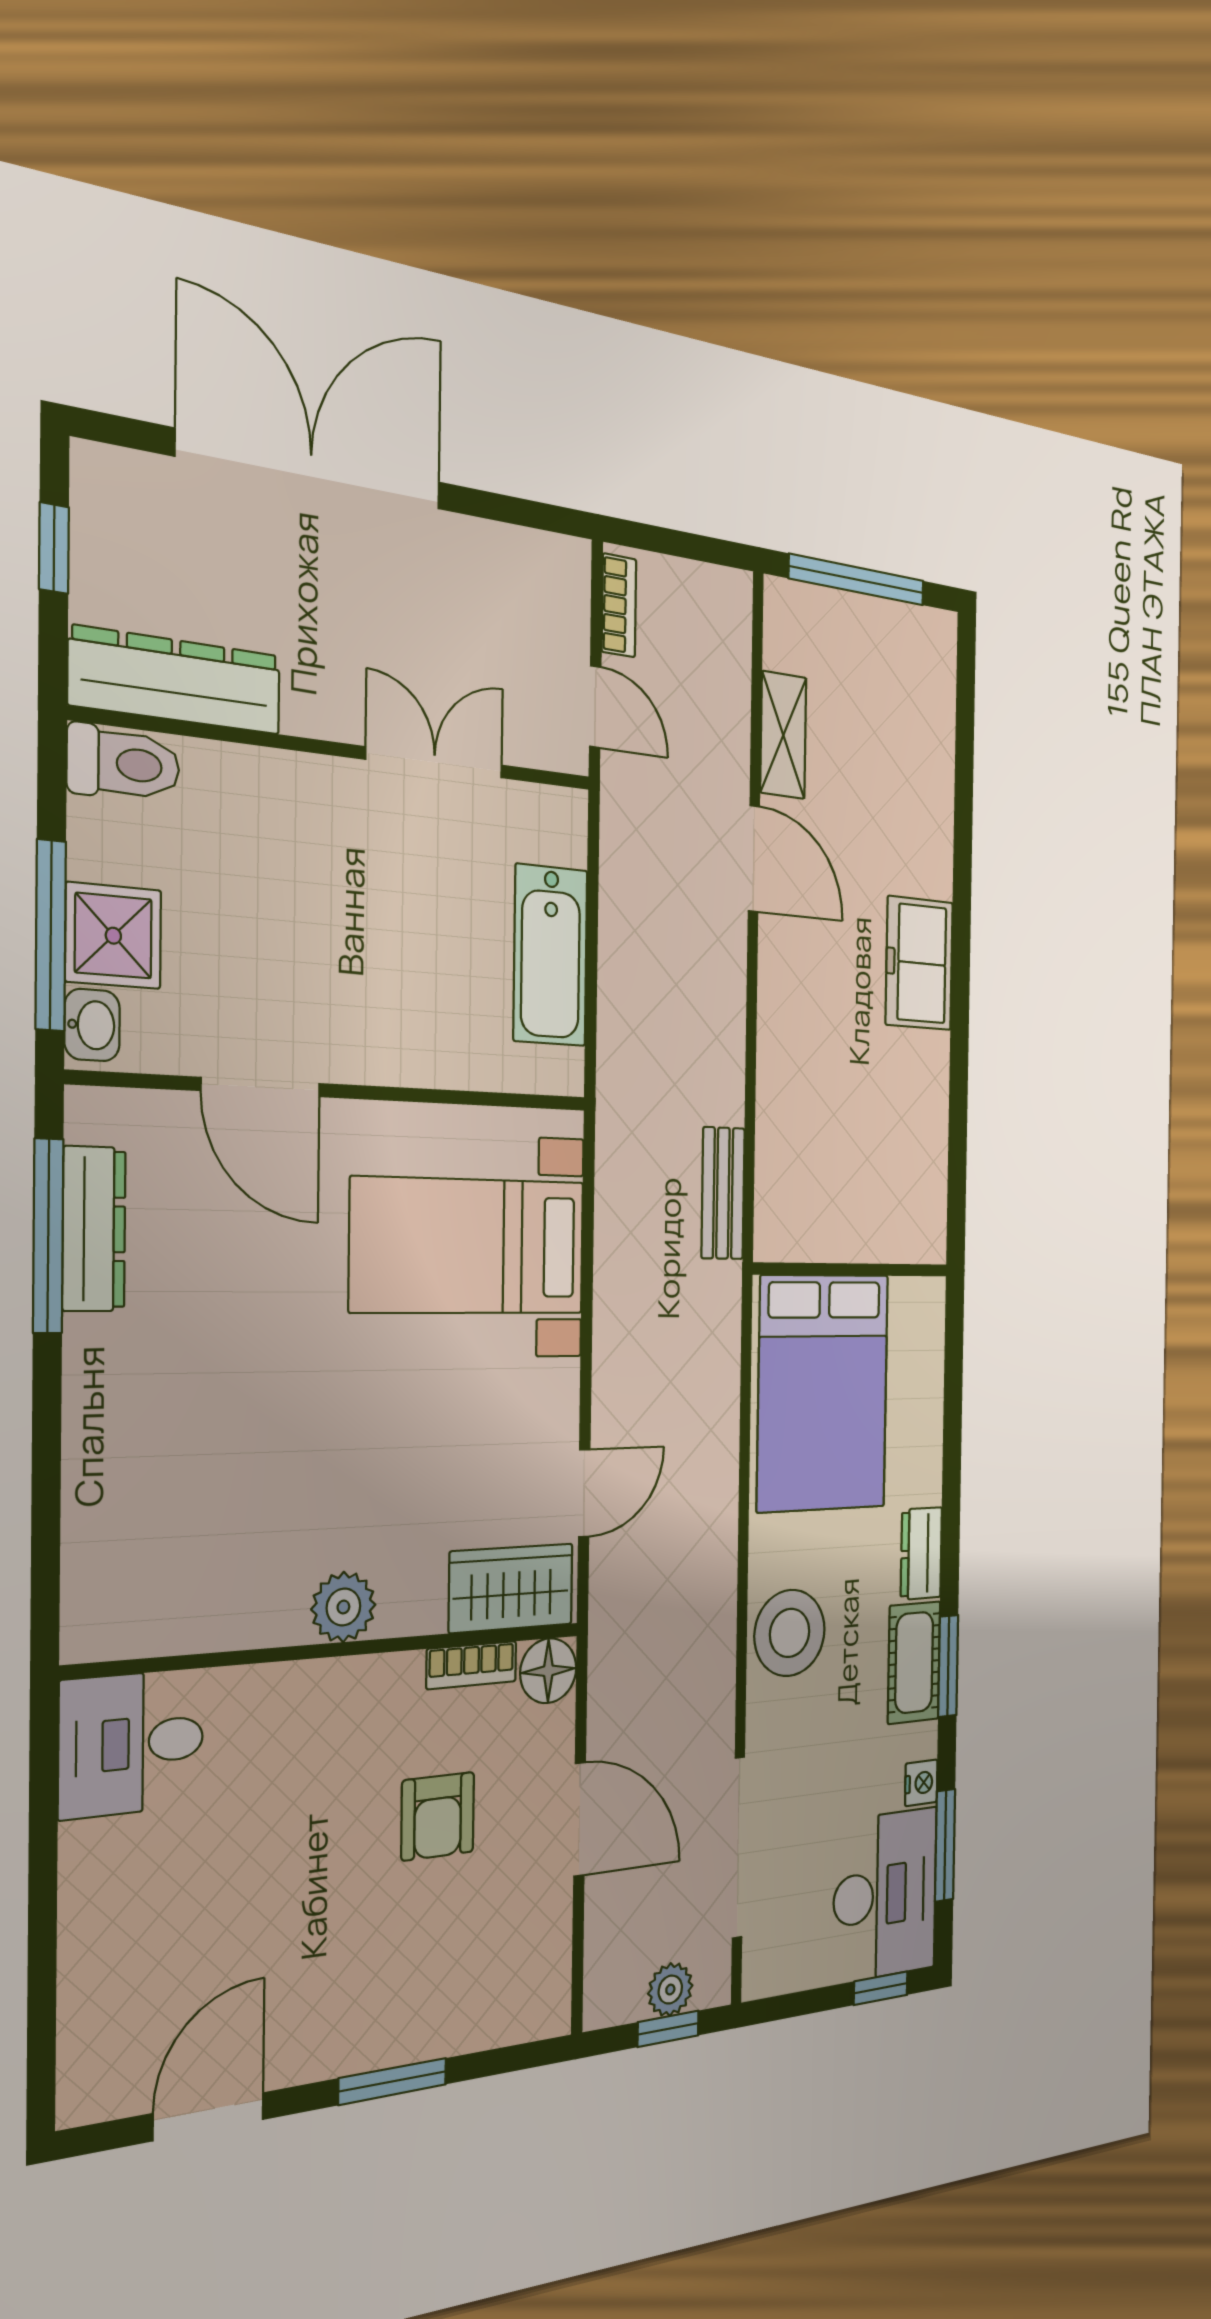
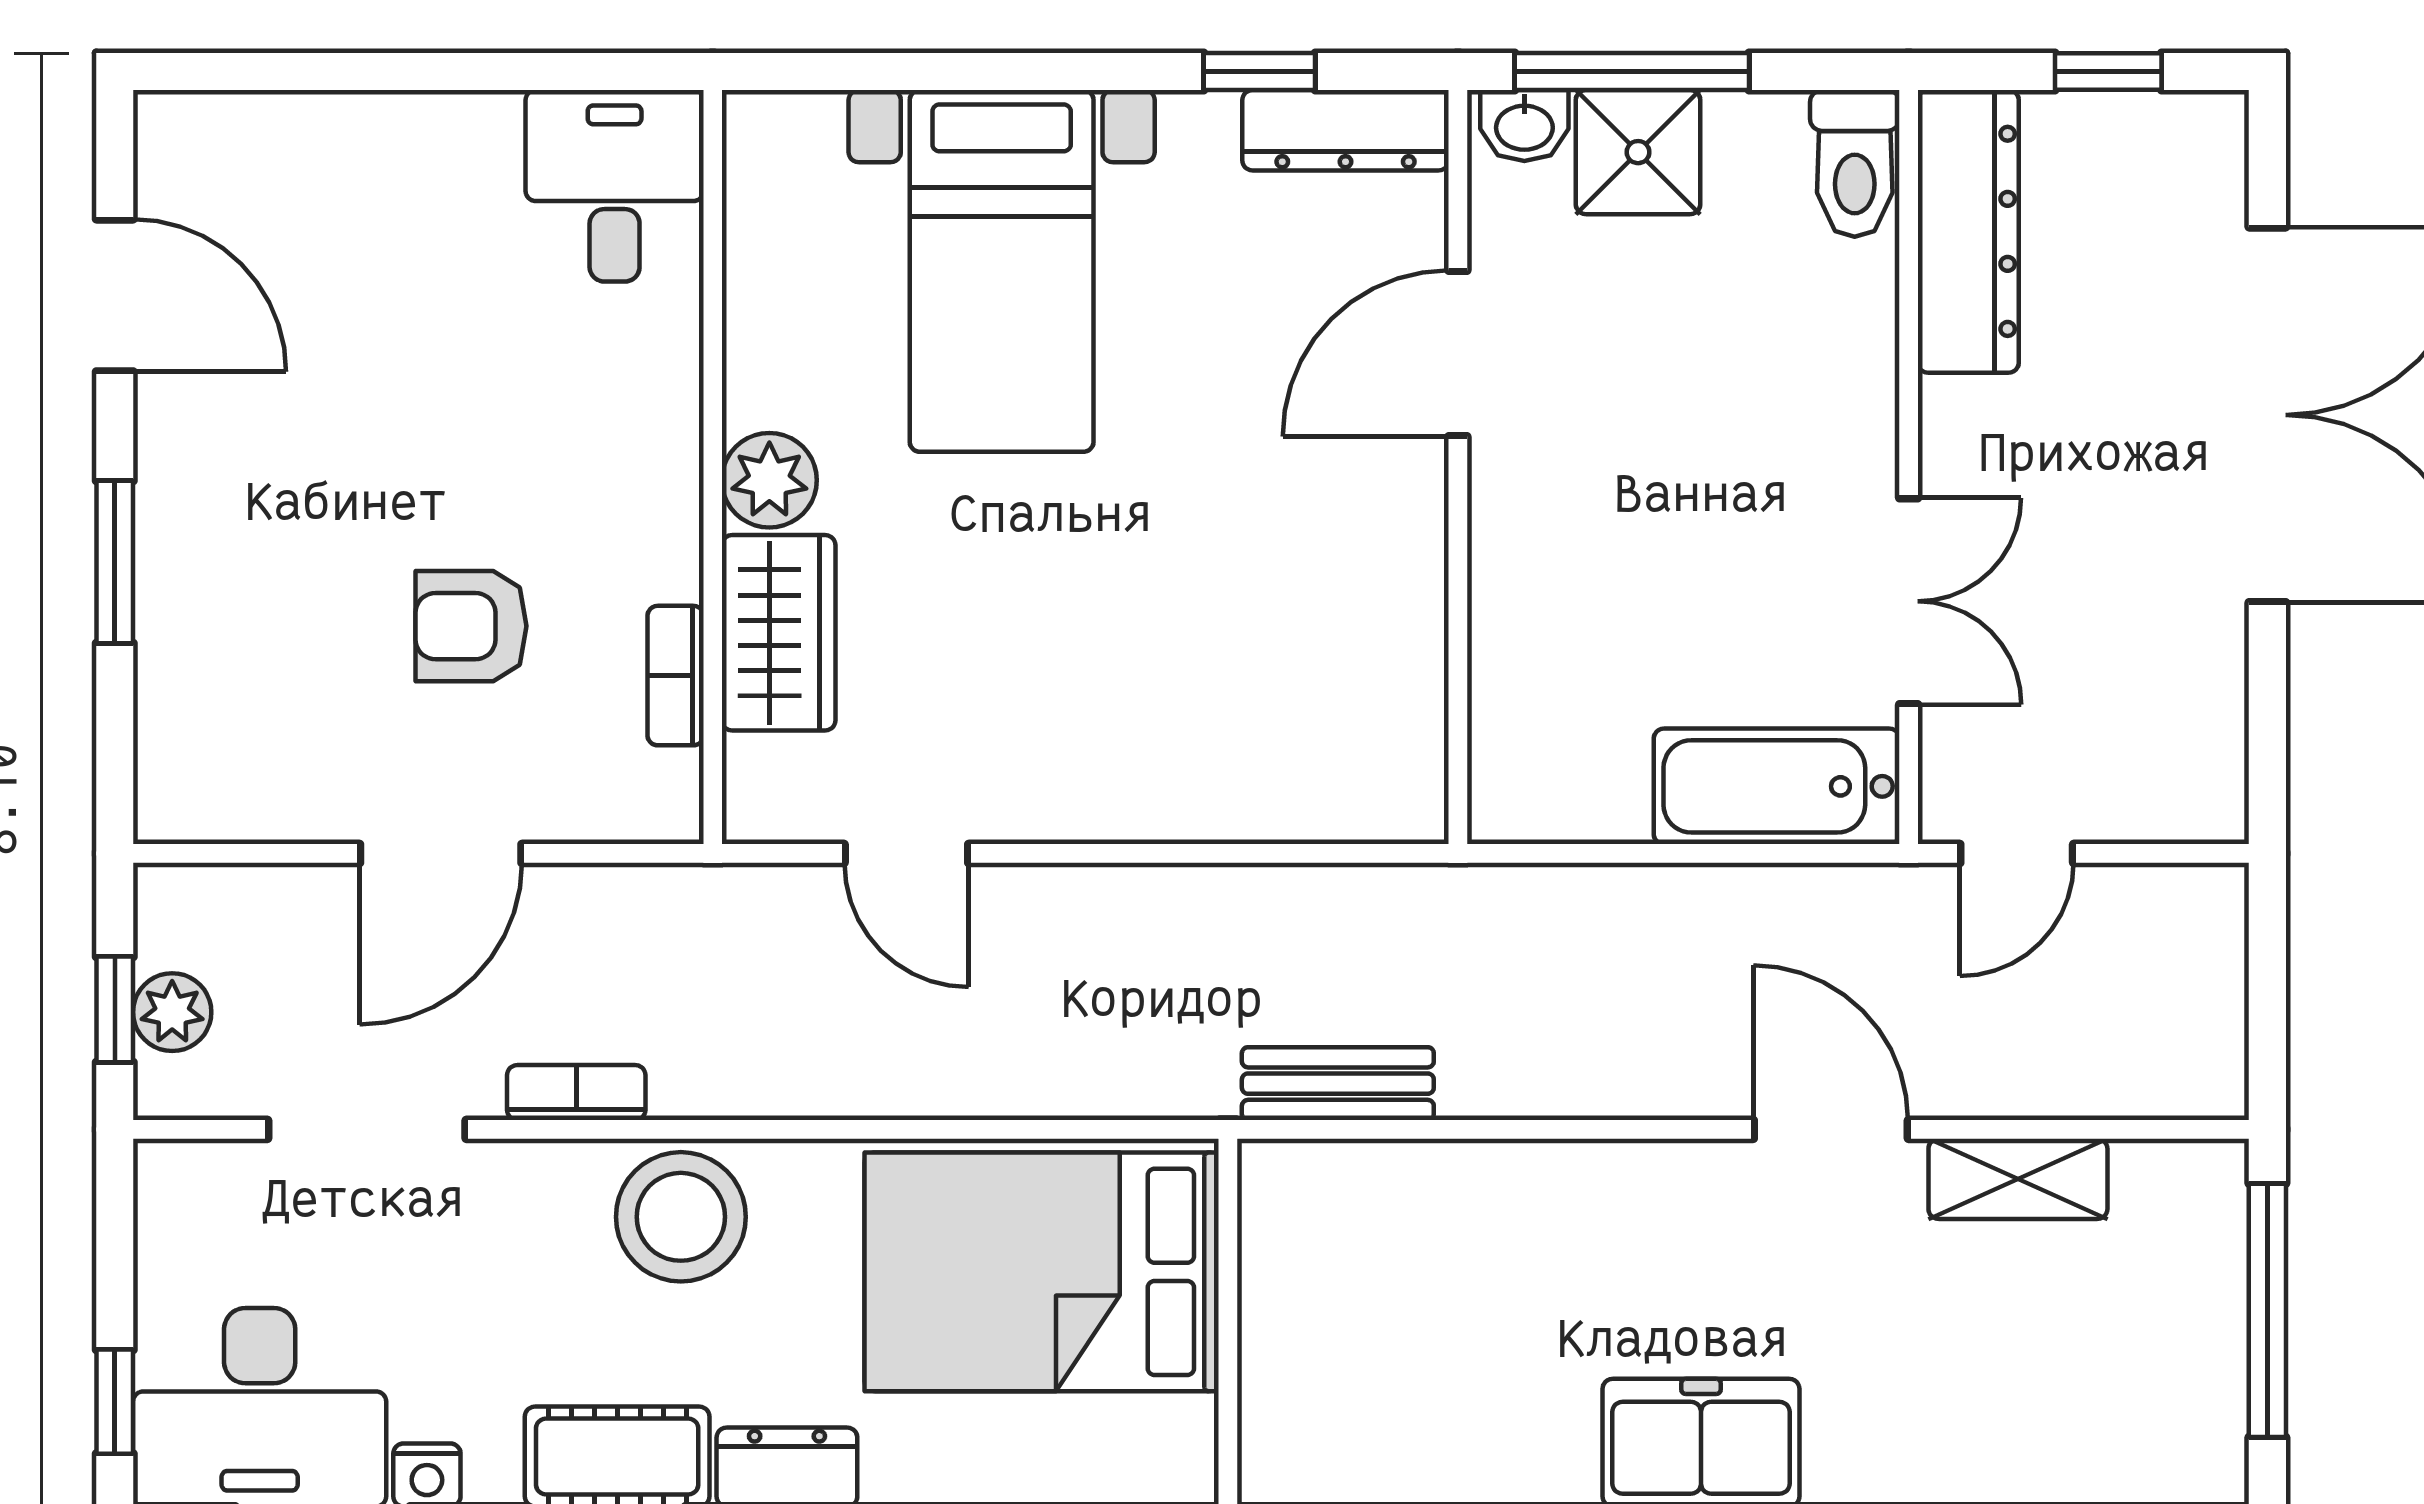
bookcase: (619, 605) -> (576, 1093), moved, turned 180
door: (754, 859) -> (1831, 1129), swing flipped
bathtub: (551, 955) -> (1777, 786), moved
dresser: (94, 1229) -> (1346, 130), moved
window: (48, 1236) -> (1259, 72), width x0.46
bed with nightstands: (469, 1246) -> (1002, 271), moved, turned 180
wardrobe: (511, 1588) -> (779, 633), moved
floor lamp: (548, 1671) -> (658, 799), removed
doorway: (738, 1848) -> (367, 1129), width x0.73

